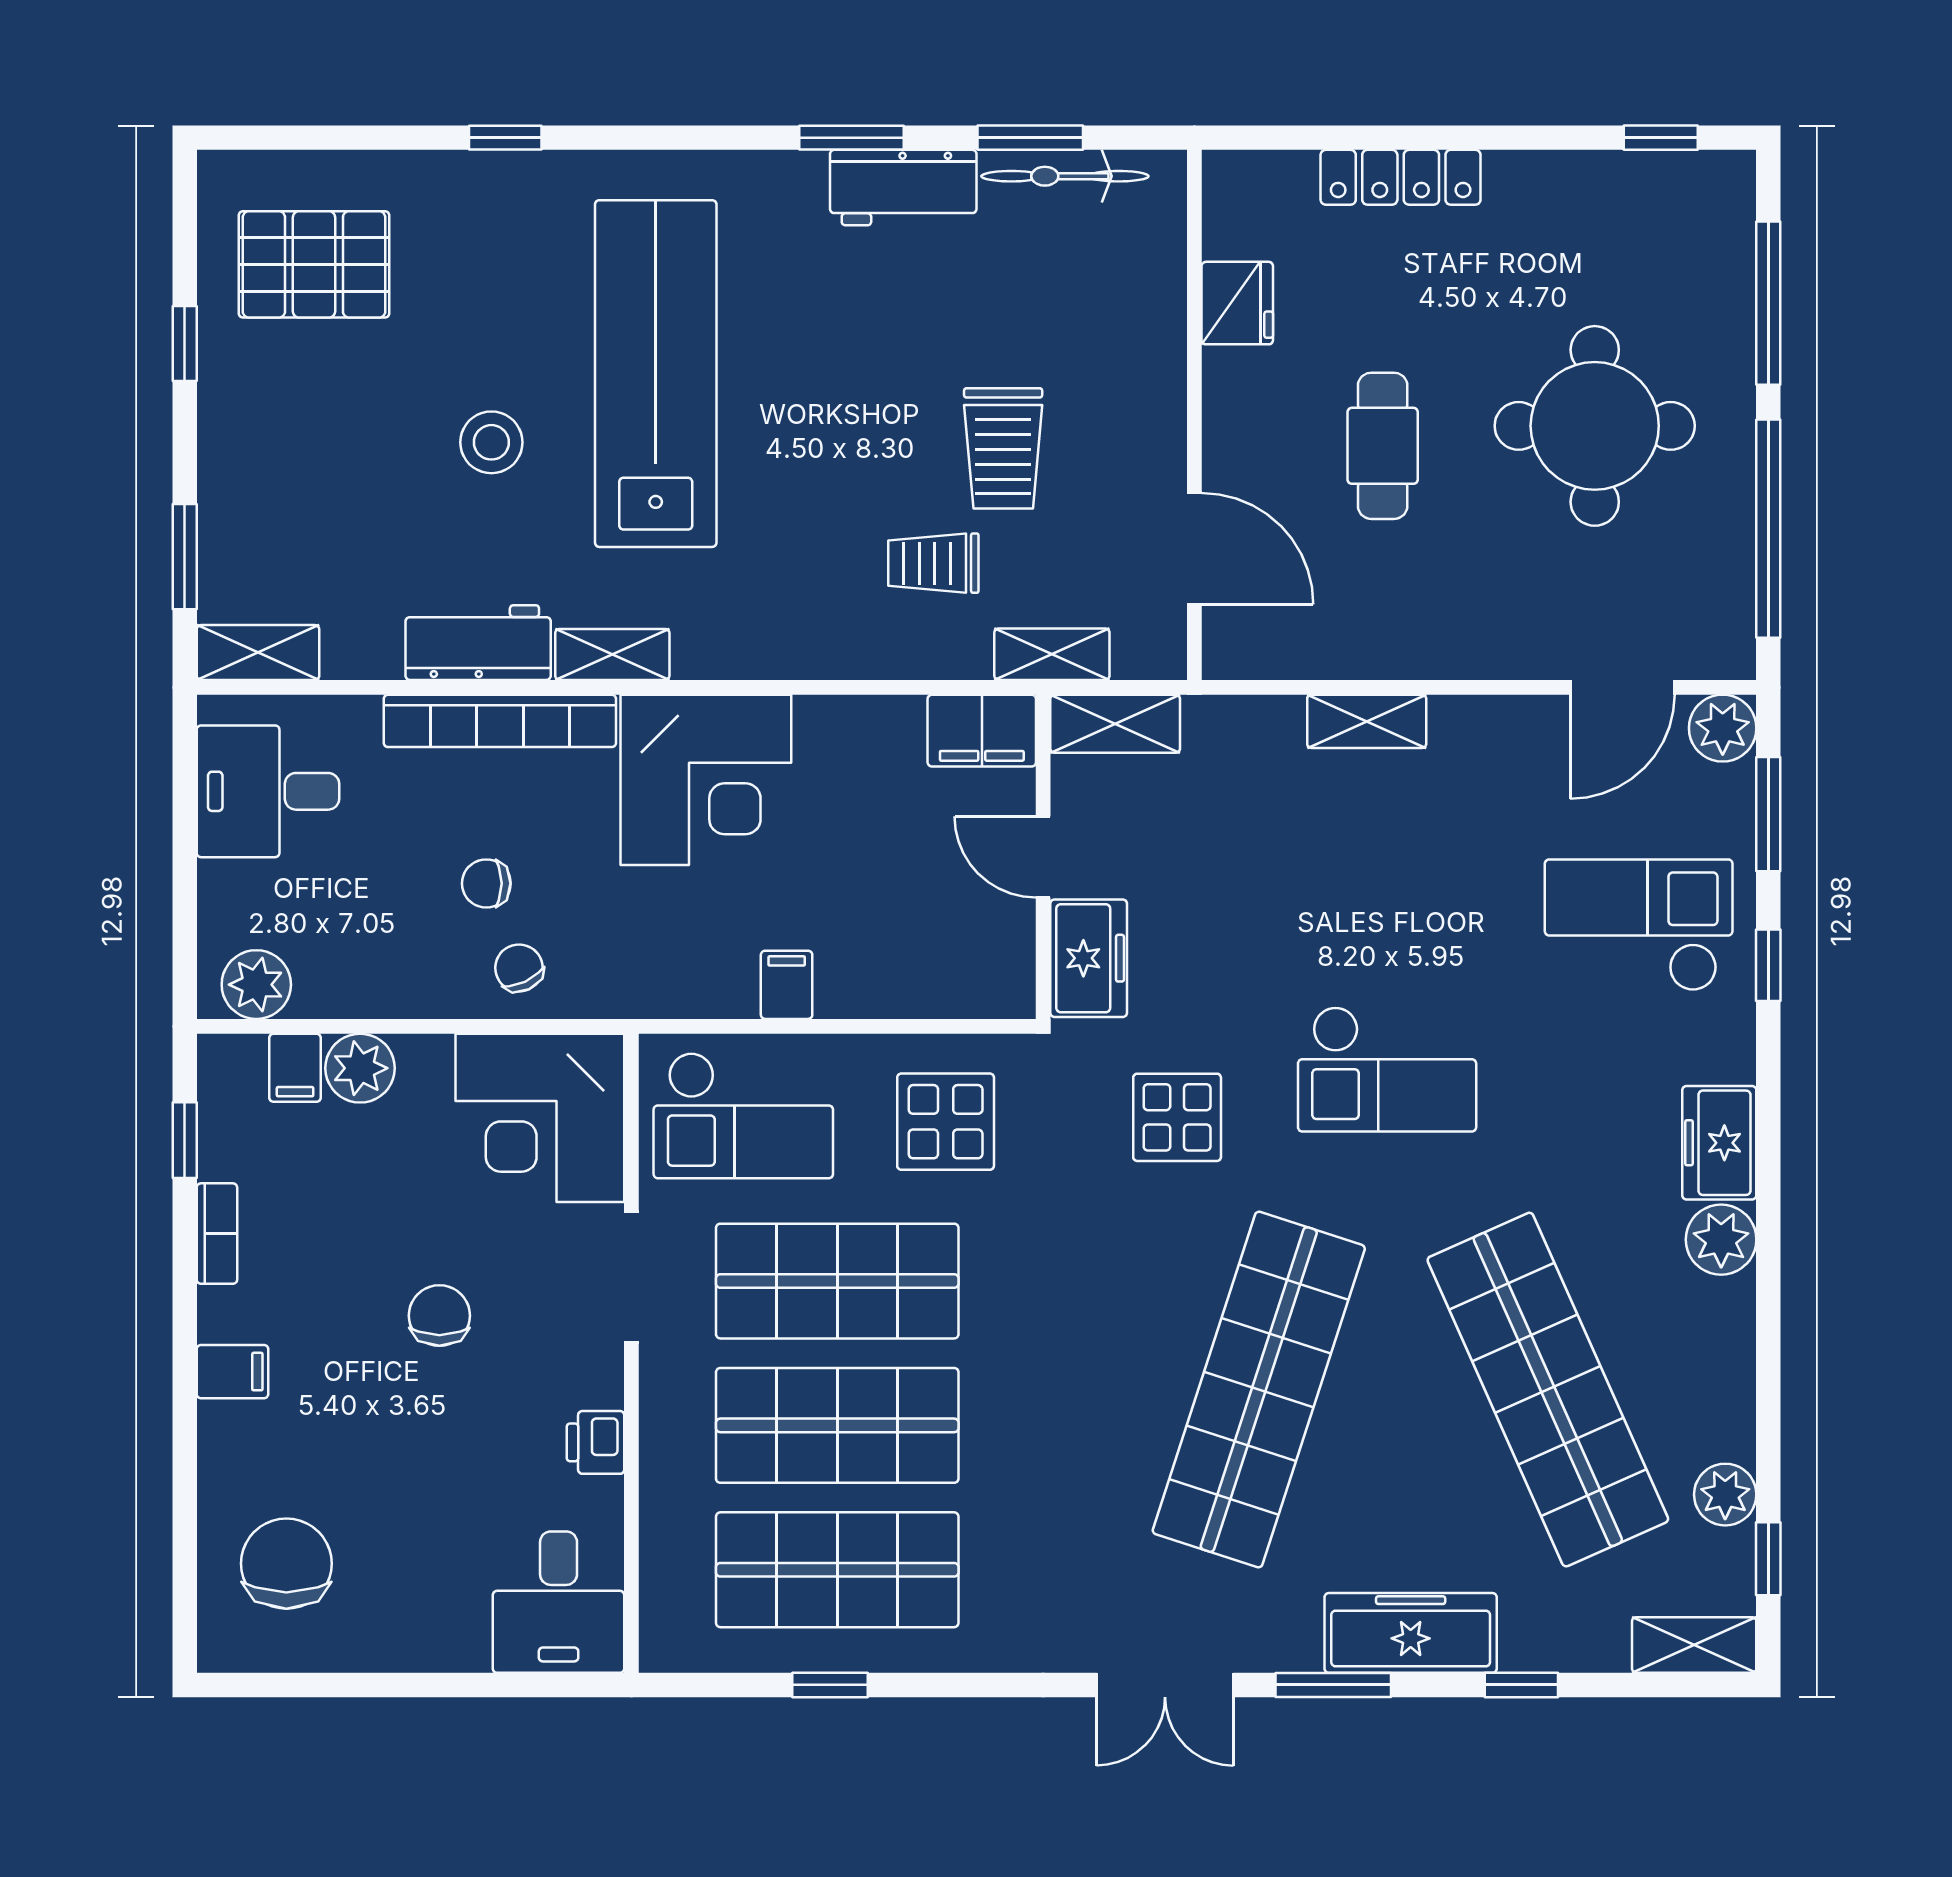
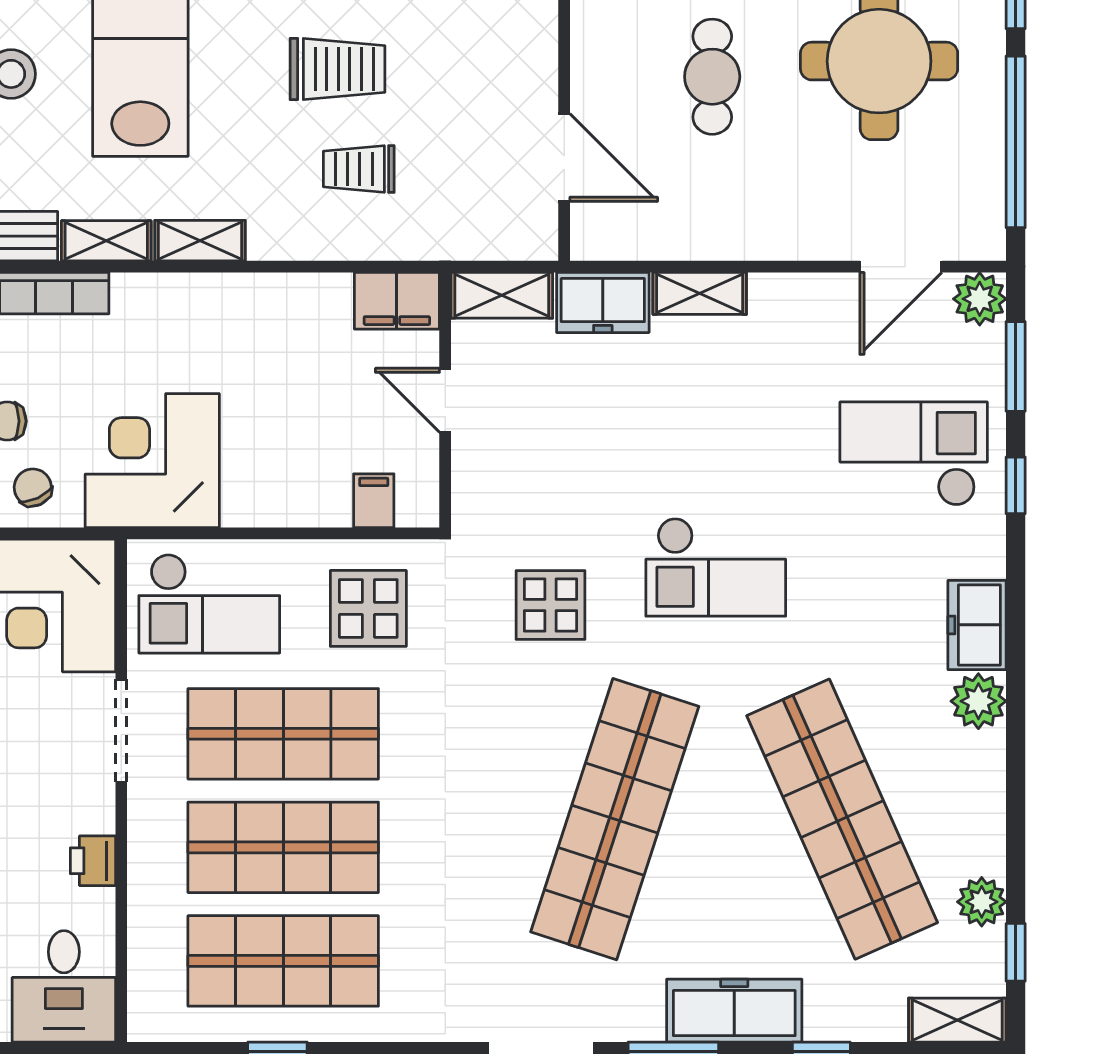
trolley: (1003, 448) -> (338, 69), moved, turned -90
shelving: (1052, 654) -> (200, 241), moved
corner desk: (706, 780) -> (152, 461), moved, turned 180
freezer: (1089, 958) -> (603, 302), moved, turned 90
filing cabinet: (787, 985) -> (374, 501), moved

